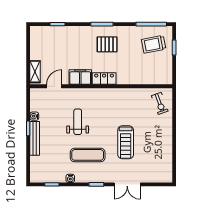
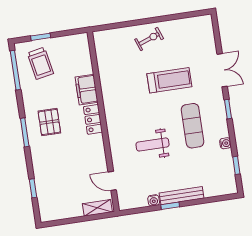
filing cabinet: (80, 77) -> (87, 90), moved
exercise bike: (160, 103) -> (149, 39), moved

